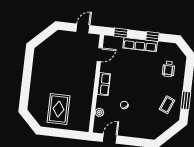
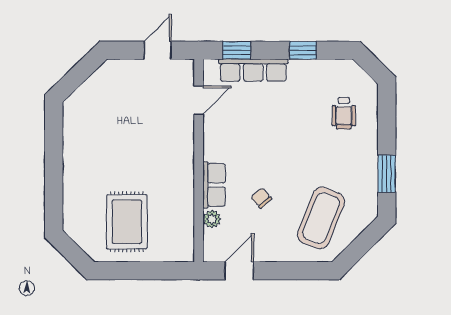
row of seats: (140, 45) -> (253, 70), moved
row of seats: (104, 84) -> (214, 185), moved
coffee table: (167, 105) -> (321, 218), moved, width x1.86, depth x1.72

